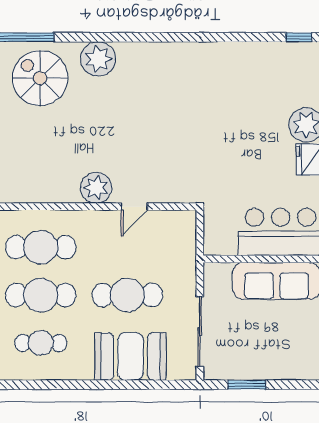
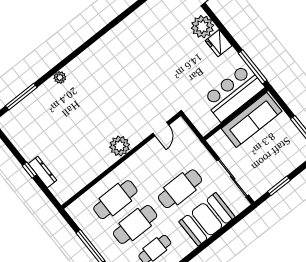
plant: (98, 59) -> (60, 77), width x0.53, depth x0.53
spiral stairs: (40, 78) -> (45, 112), removed
door: (134, 207) -> (161, 129), moved

